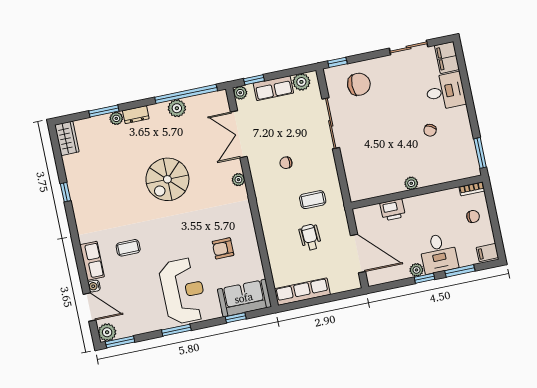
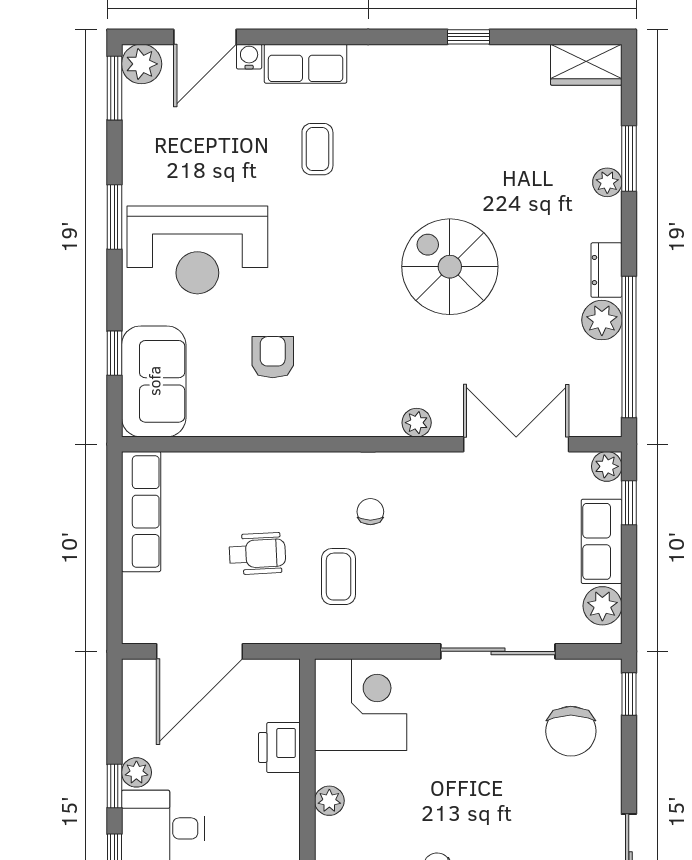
dresser: (136, 115) -> (606, 270), moved
chair: (286, 163) -> (370, 512), moved
corner desk: (366, 178) -> (361, 705), added

